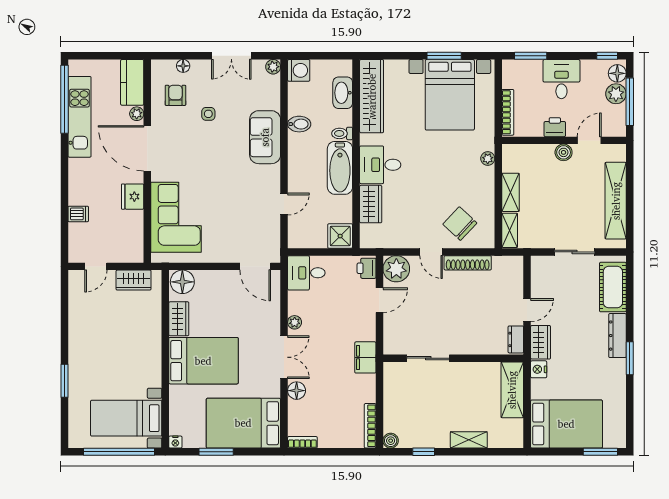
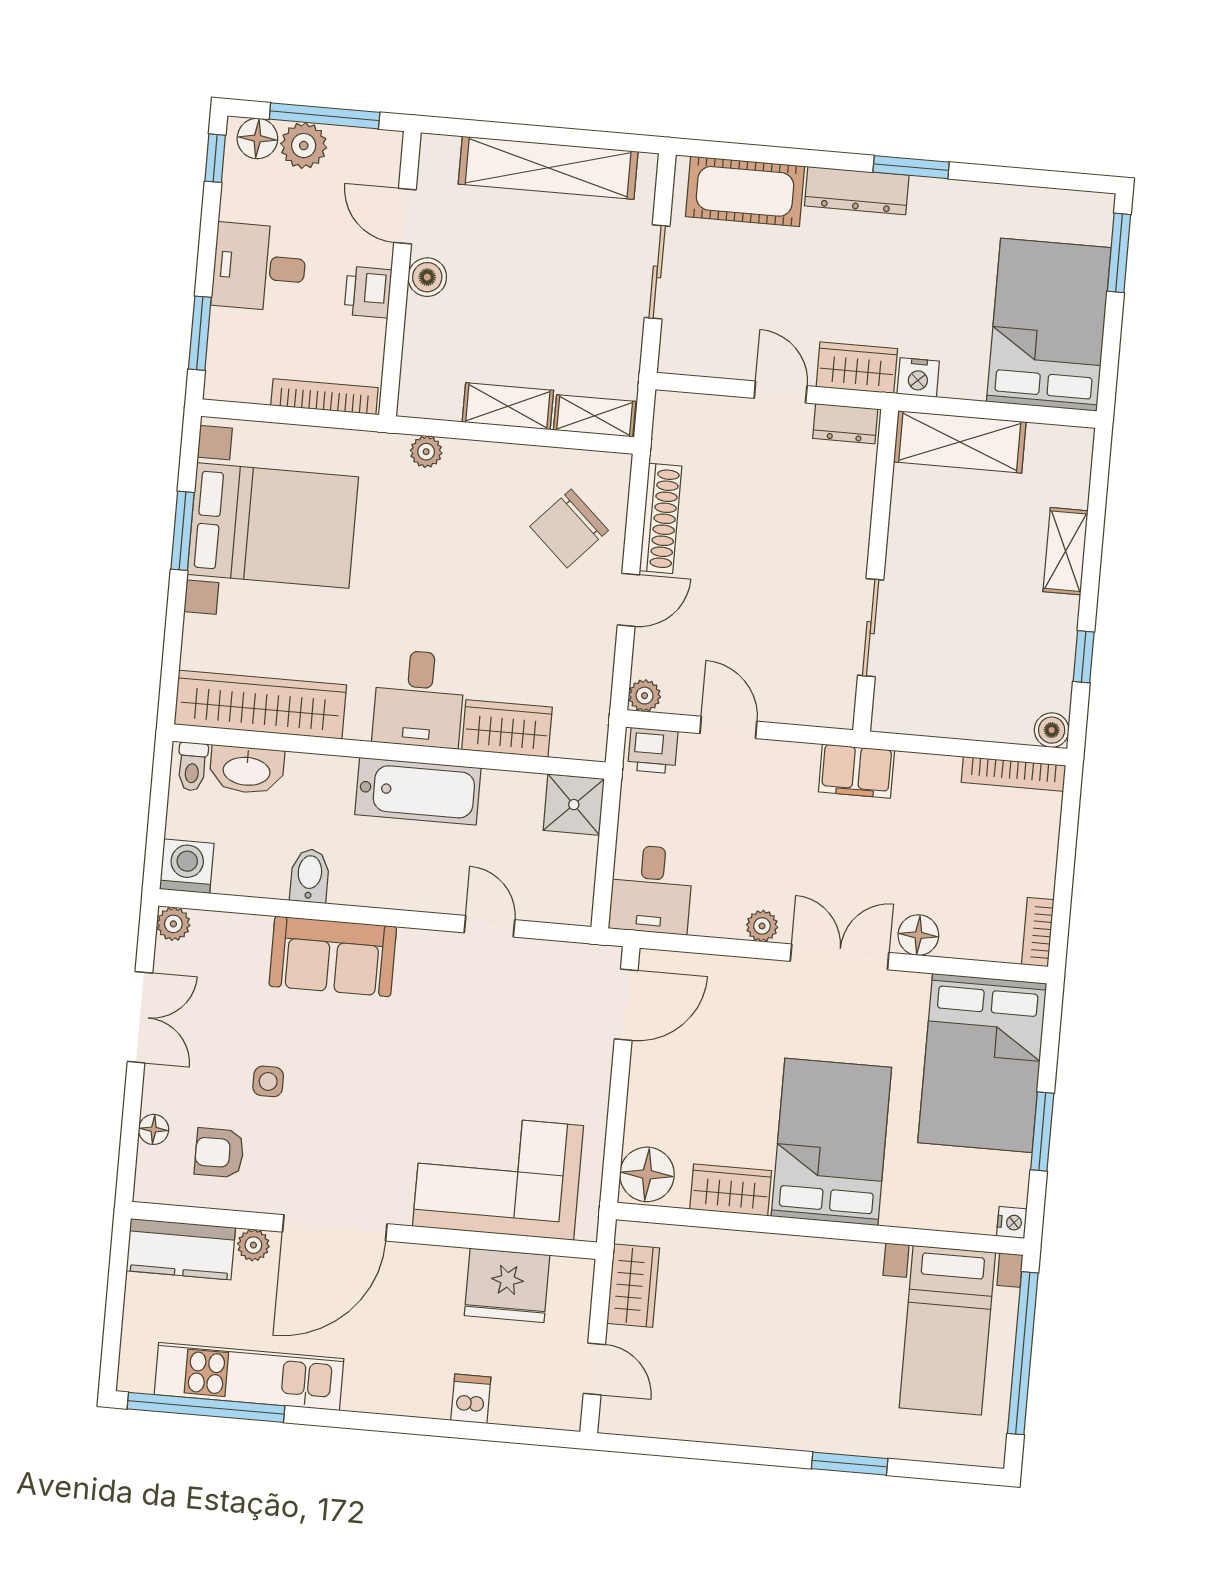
toilet: (342, 133) -> (192, 767), moved
fridge: (133, 197) -> (507, 1285), moved, width x1.36, depth x1.34
plant: (396, 269) -> (645, 696), width x0.53, depth x0.53

